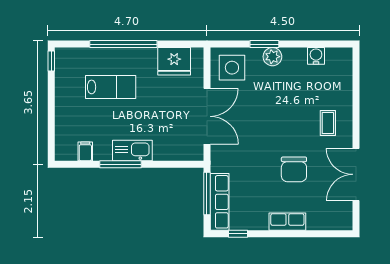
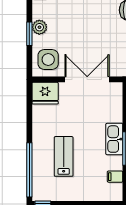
window: (123, 44) -> (29, 170), moved
fridge: (174, 61) -> (45, 93), moved, turned 90

